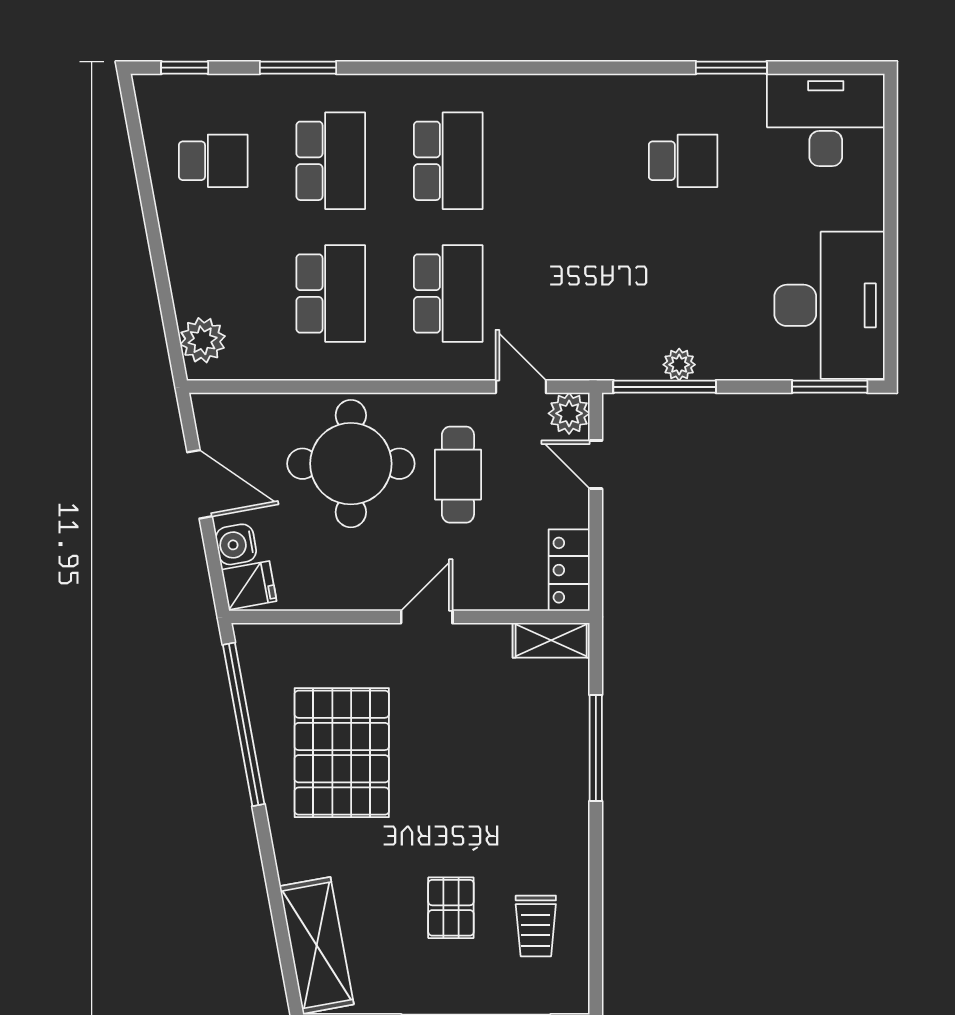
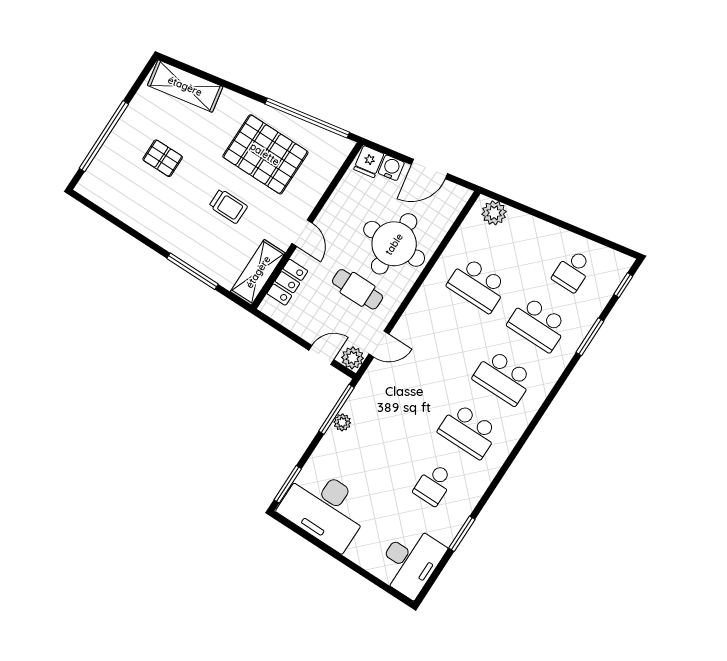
school desk: (448, 293) -> (468, 431), moved
locker: (569, 570) -> (287, 282), moved, turned 90
shelving: (551, 640) -> (258, 272), width x1.50, depth x1.33
trolley: (536, 926) -> (228, 206), moved, turned 180

